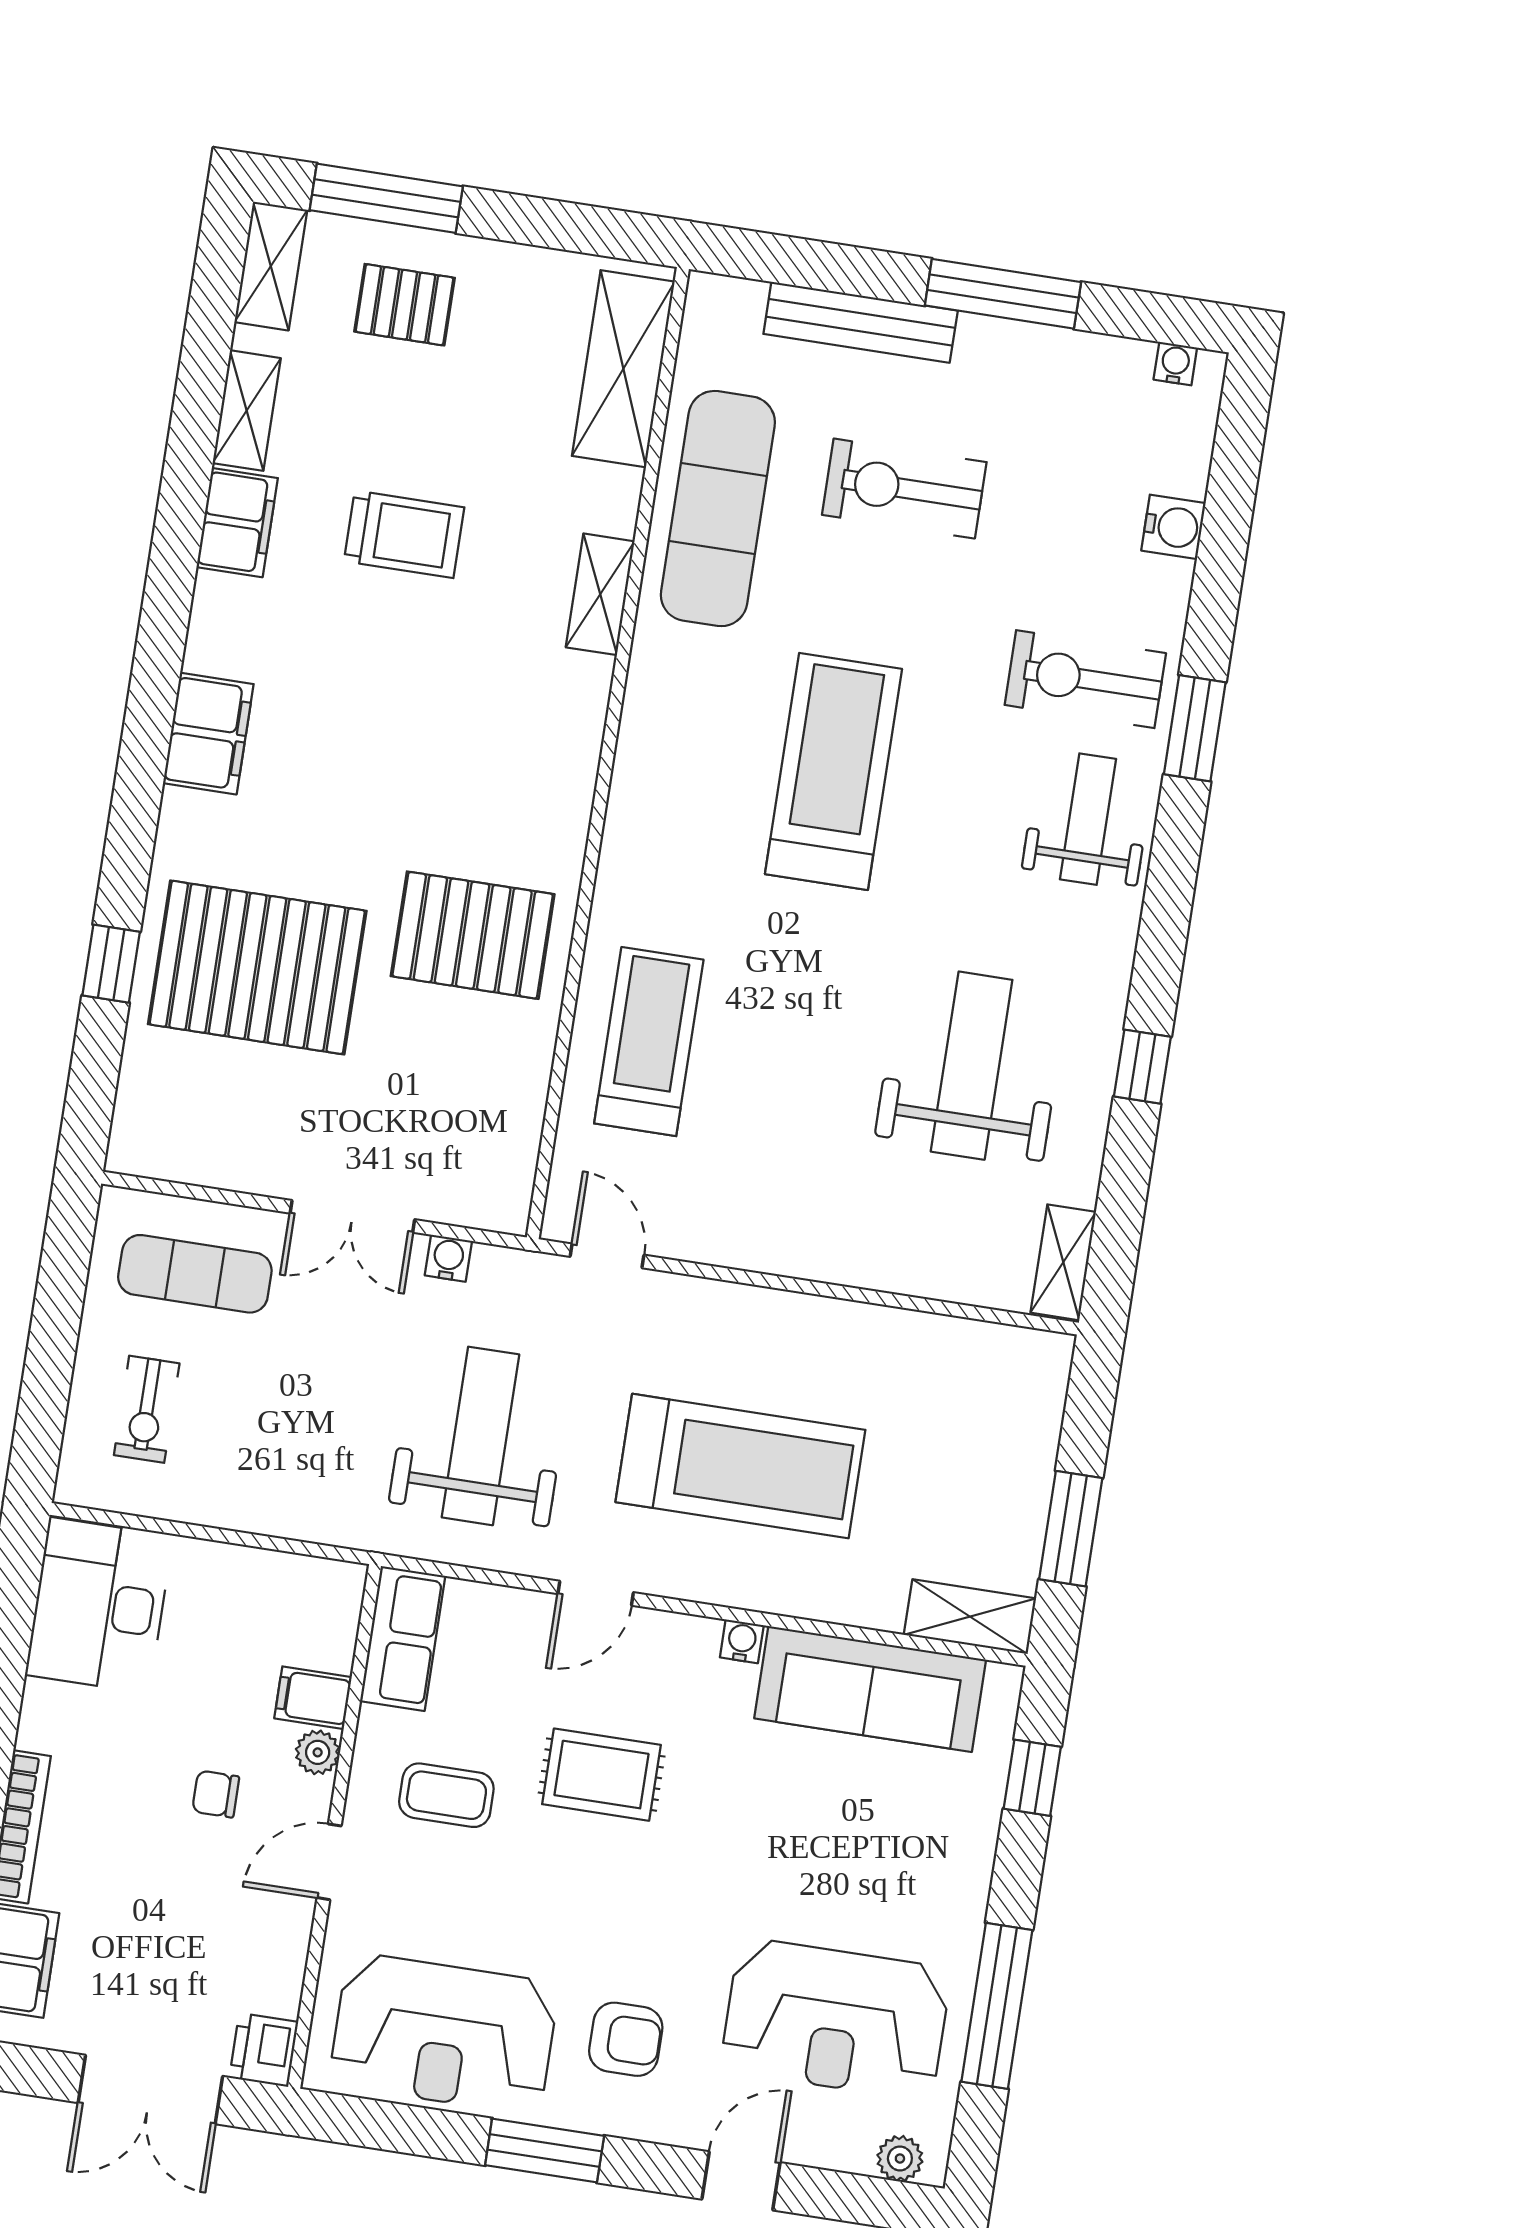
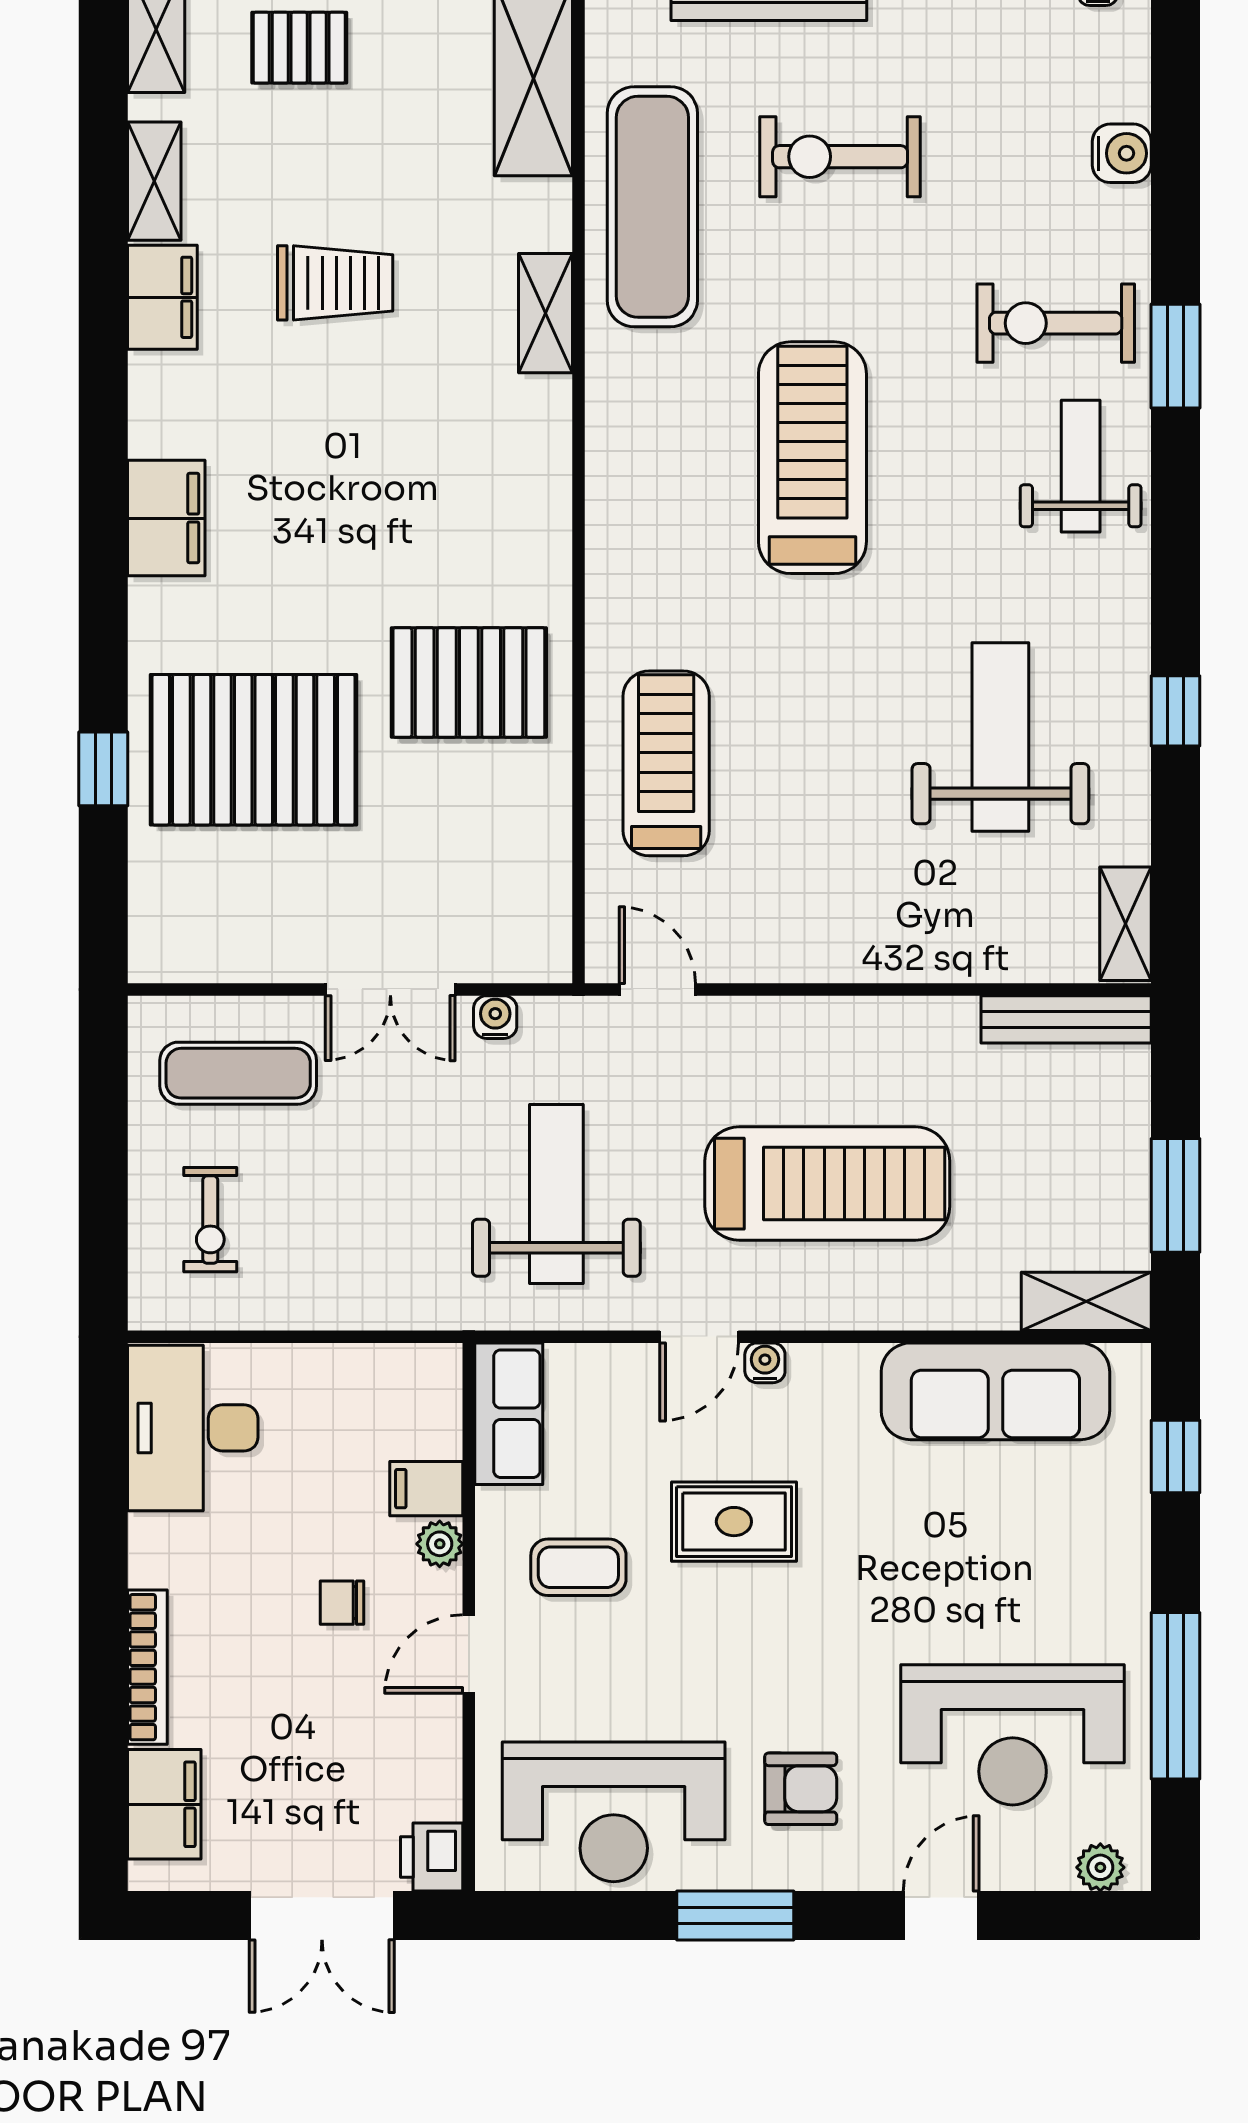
bench: (993, 1345) -> (1066, 1019), added
water cooler: (742, 1641) -> (765, 1363), moved

